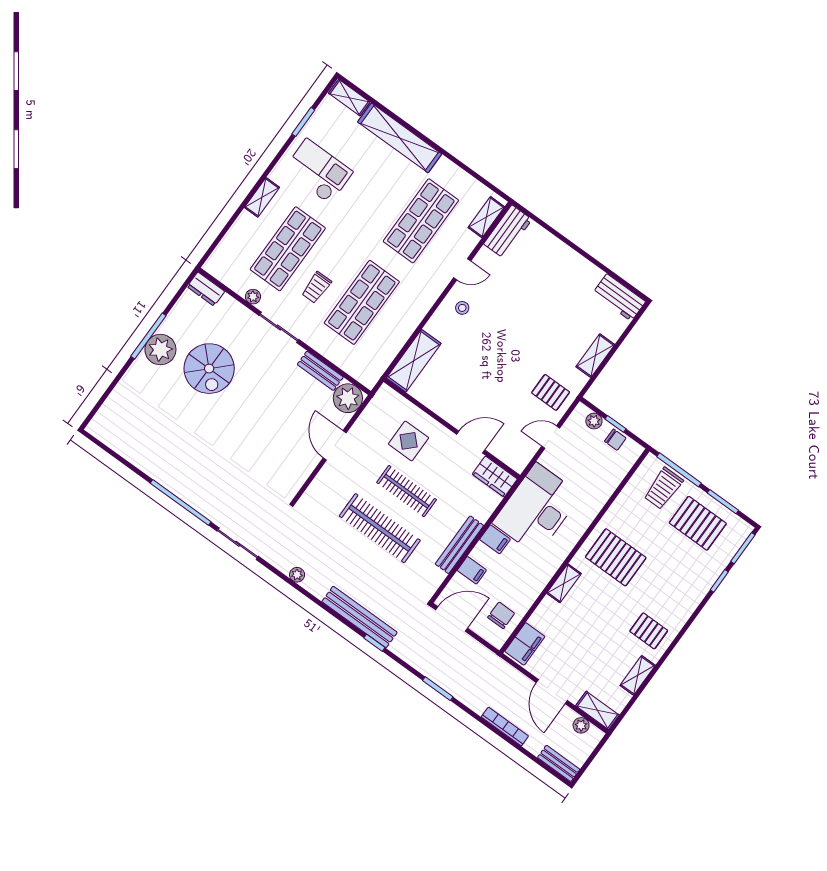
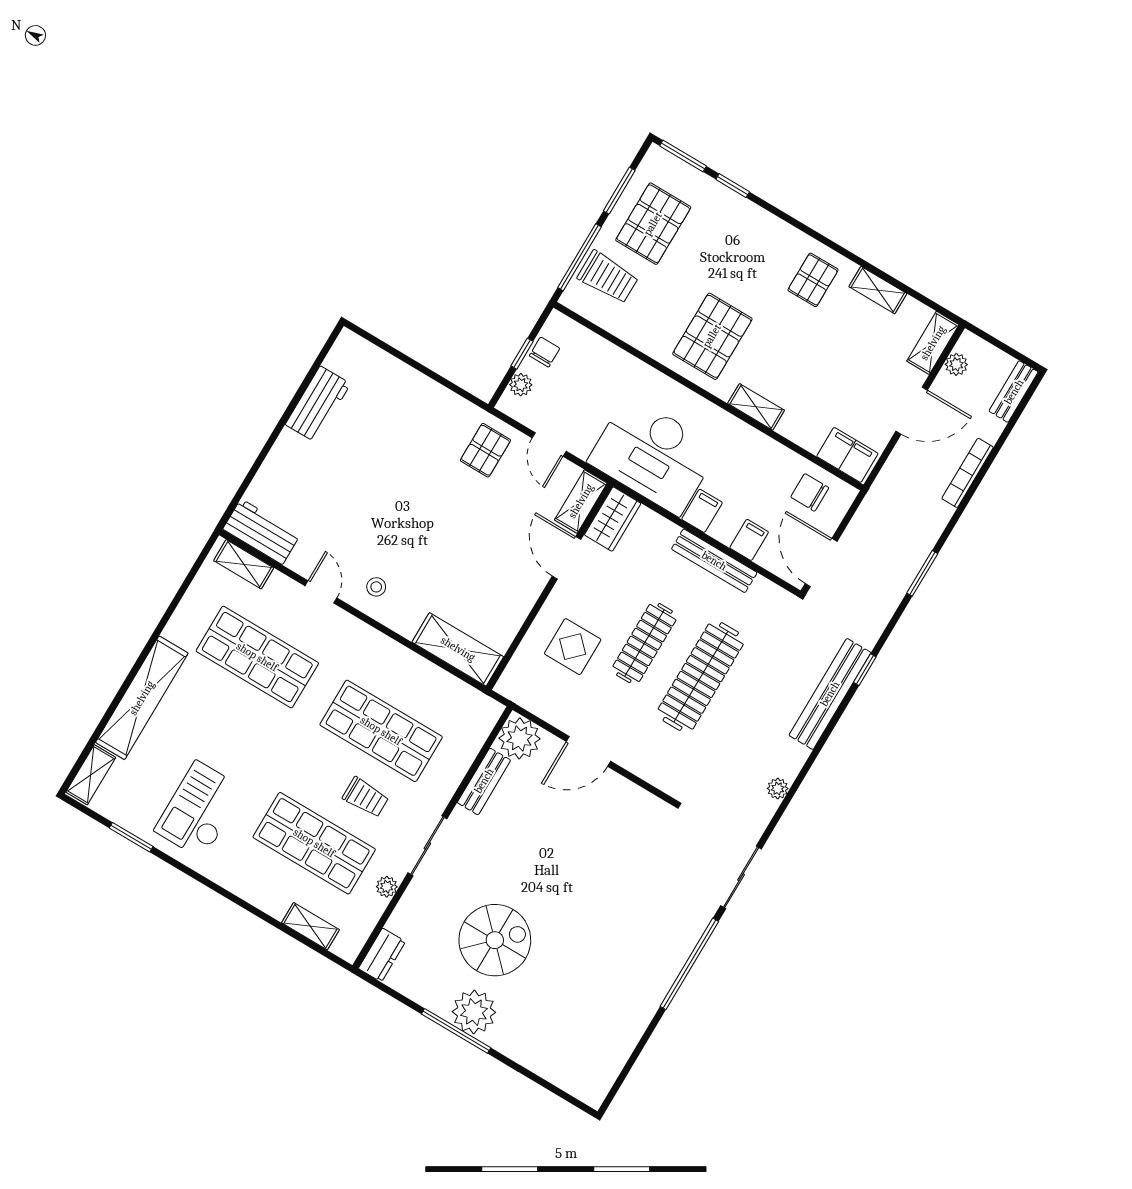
shelving: (262, 197) -> (310, 926), moved
workbench: (619, 297) -> (318, 404), moved
shelving: (595, 356) -> (581, 501), moved, turned 90

